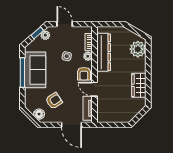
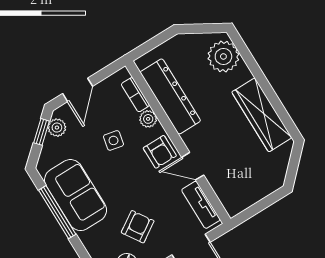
door: (65, 24) -> (78, 90), swing flipped
wardrobe: (139, 85) -> (262, 115), width x1.50

